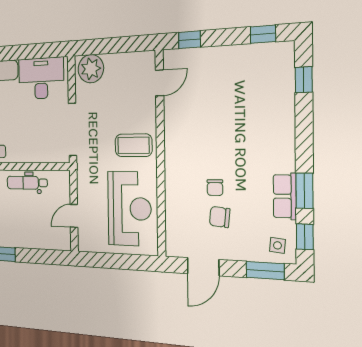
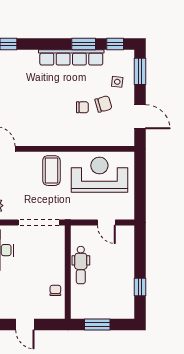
row of seats: (285, 196) -> (71, 57), width x2.02
chair: (220, 217) -> (103, 104), turned -112
side table: (277, 245) -> (117, 82), moved

